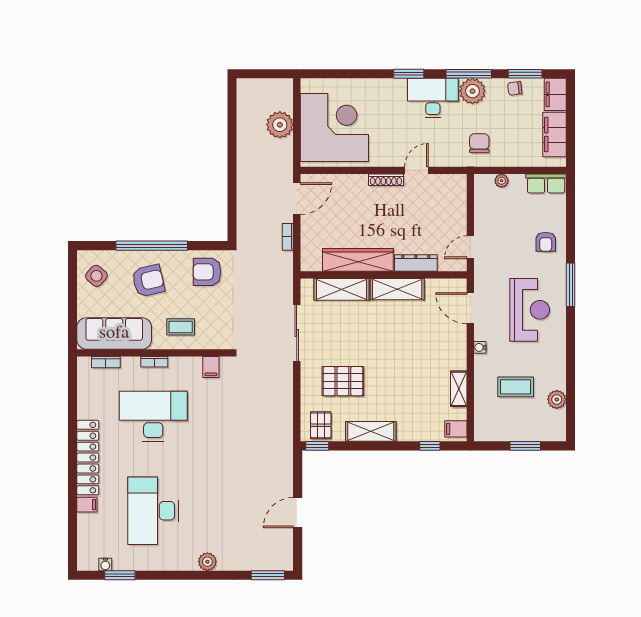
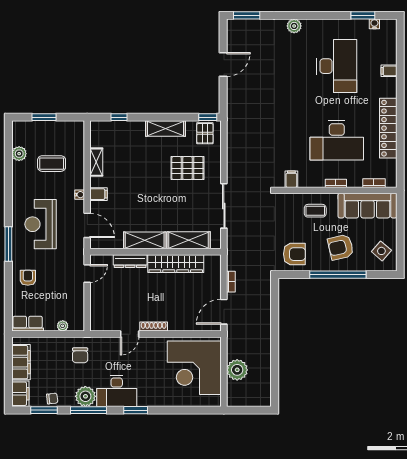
filing cabinet: (456, 429) -> (99, 194), moved
locker: (88, 458) -> (388, 128), moved

